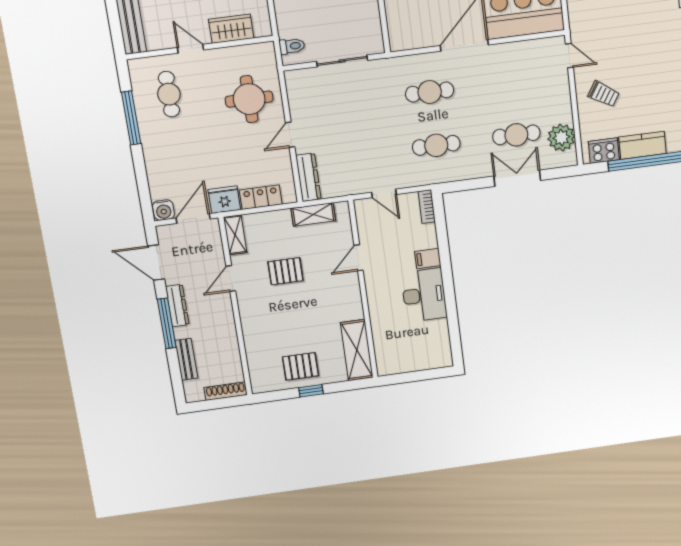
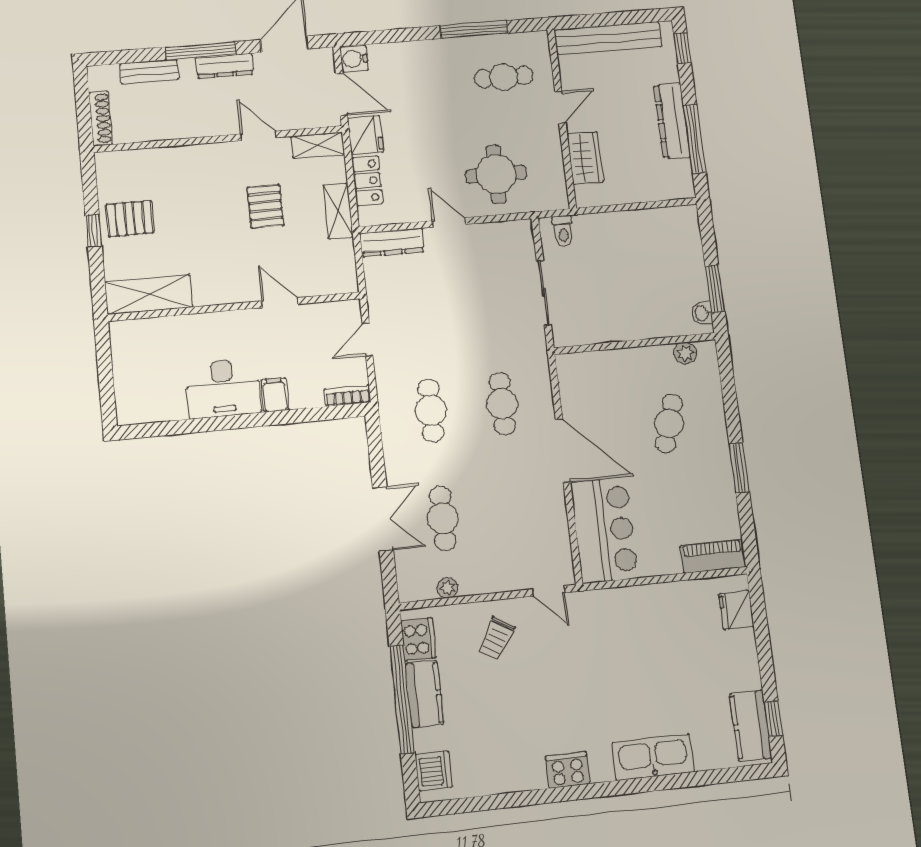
door: (569, 56) -> (549, 591), hinge flipped
plant: (561, 138) -> (448, 588), width x0.53, depth x0.53
shelving: (313, 214) -> (338, 211), moved
pallet: (300, 366) -> (130, 219), turned 90

